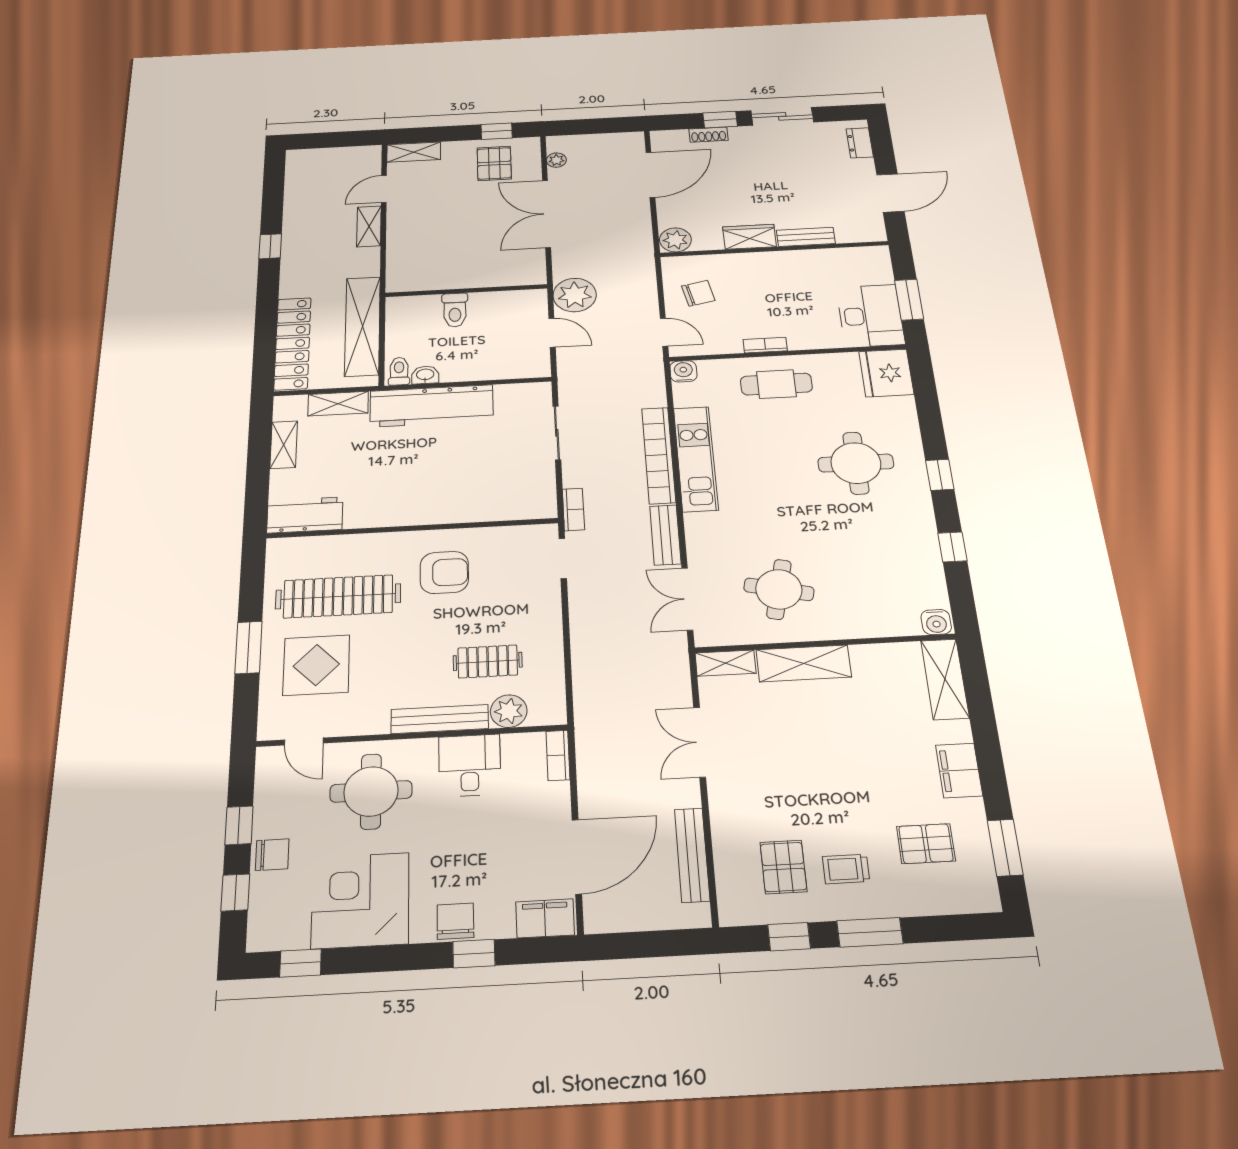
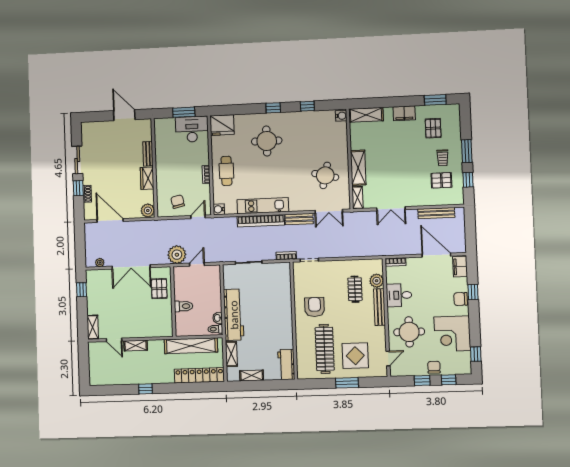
dresser: (860, 143) -> (94, 126), removed
pallet: (494, 163) -> (159, 289), moved, turned 90

